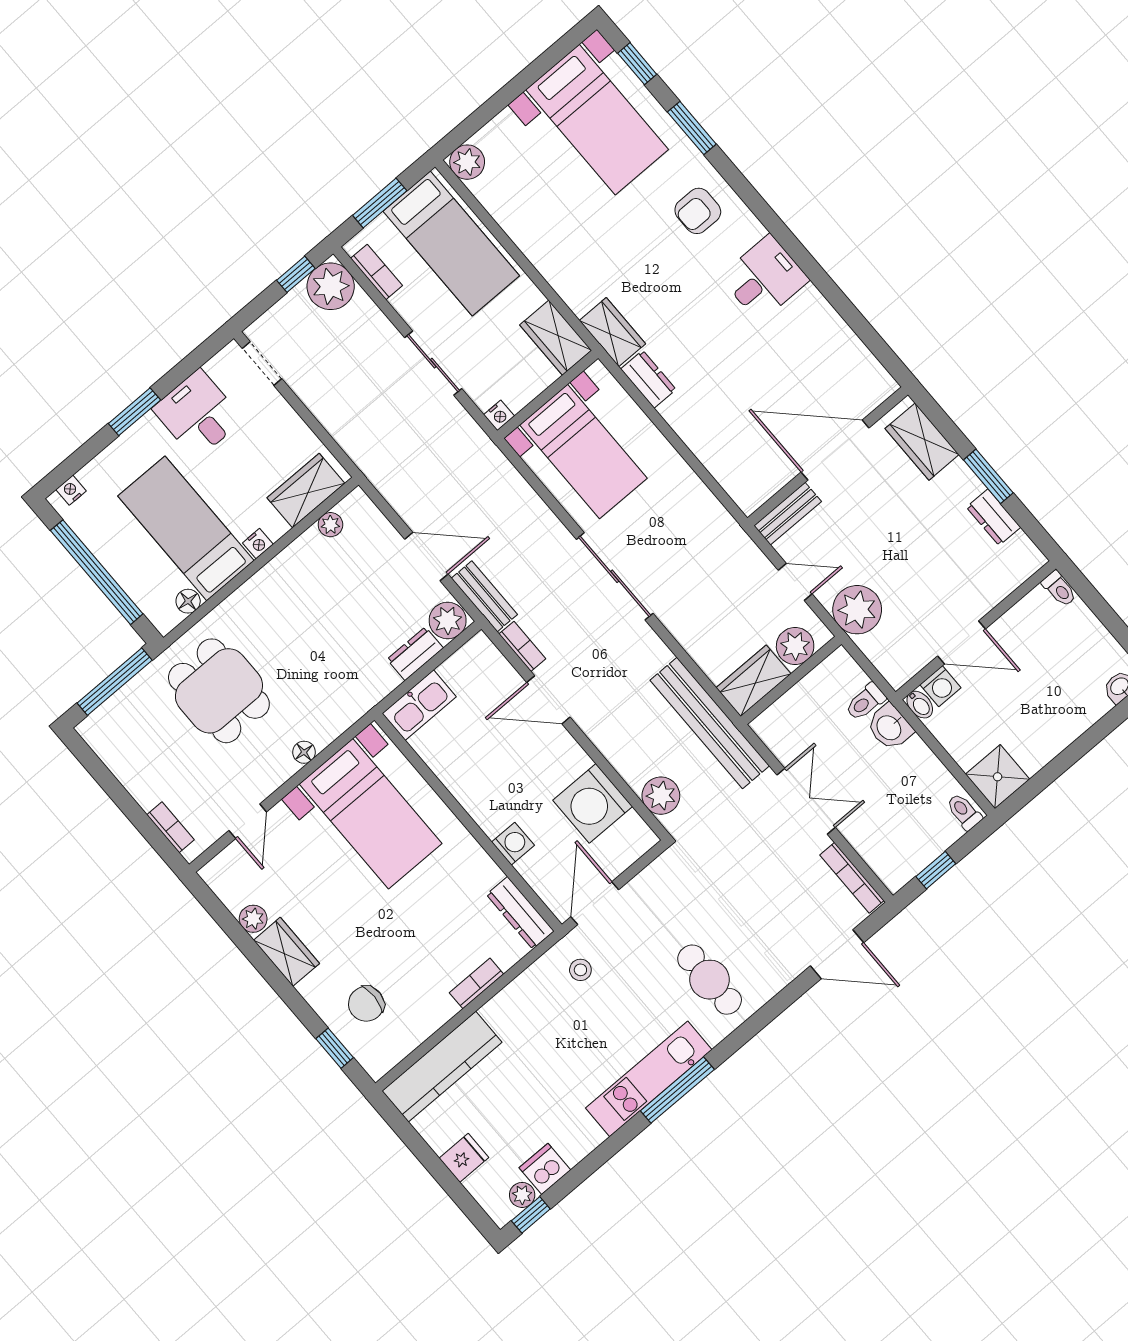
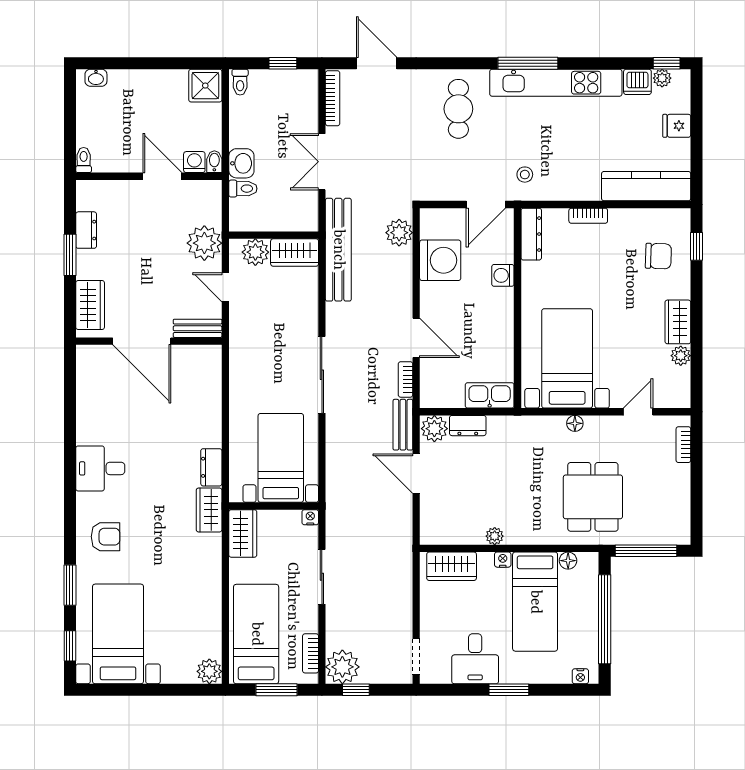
plant: (330, 525) -> (495, 536), moved
kitchen unit: (649, 1079) -> (556, 83), width x1.36

